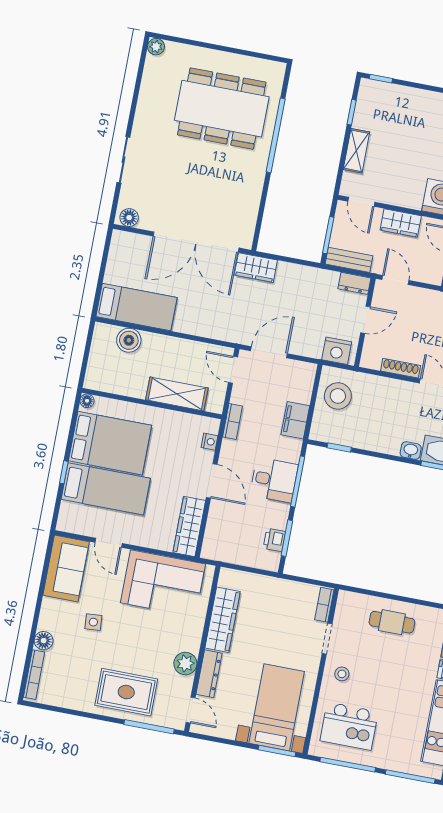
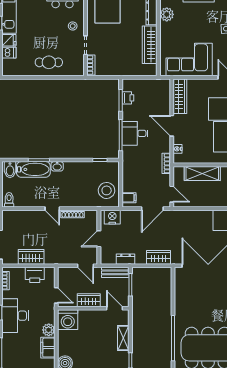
wardrobe: (256, 268) -> (159, 257), moved
dresser: (354, 283) -> (126, 259), moved
filing cabinet: (295, 420) -> (129, 198), moved, width x0.50

